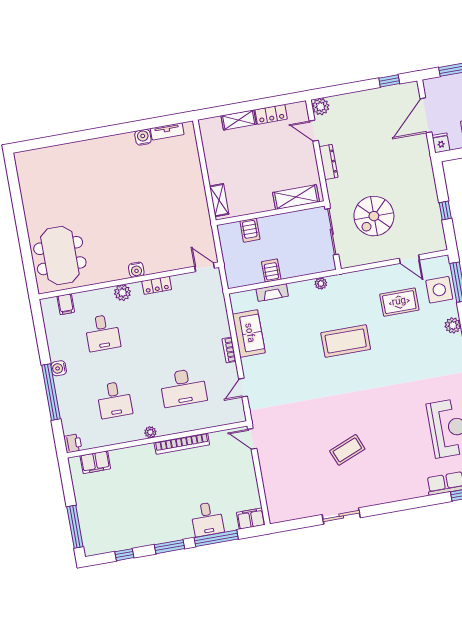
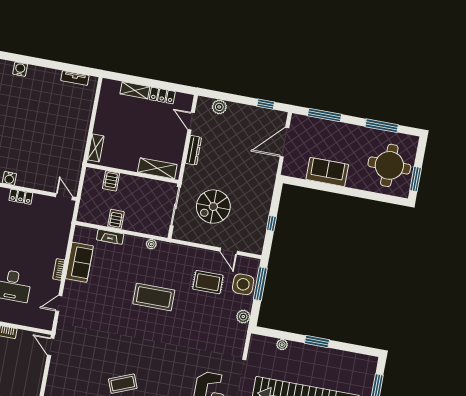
plant: (321, 107) -> (219, 107), moved
water cooler: (143, 137) -> (20, 69), moved
fridge: (441, 143) -> (288, 169), removed

